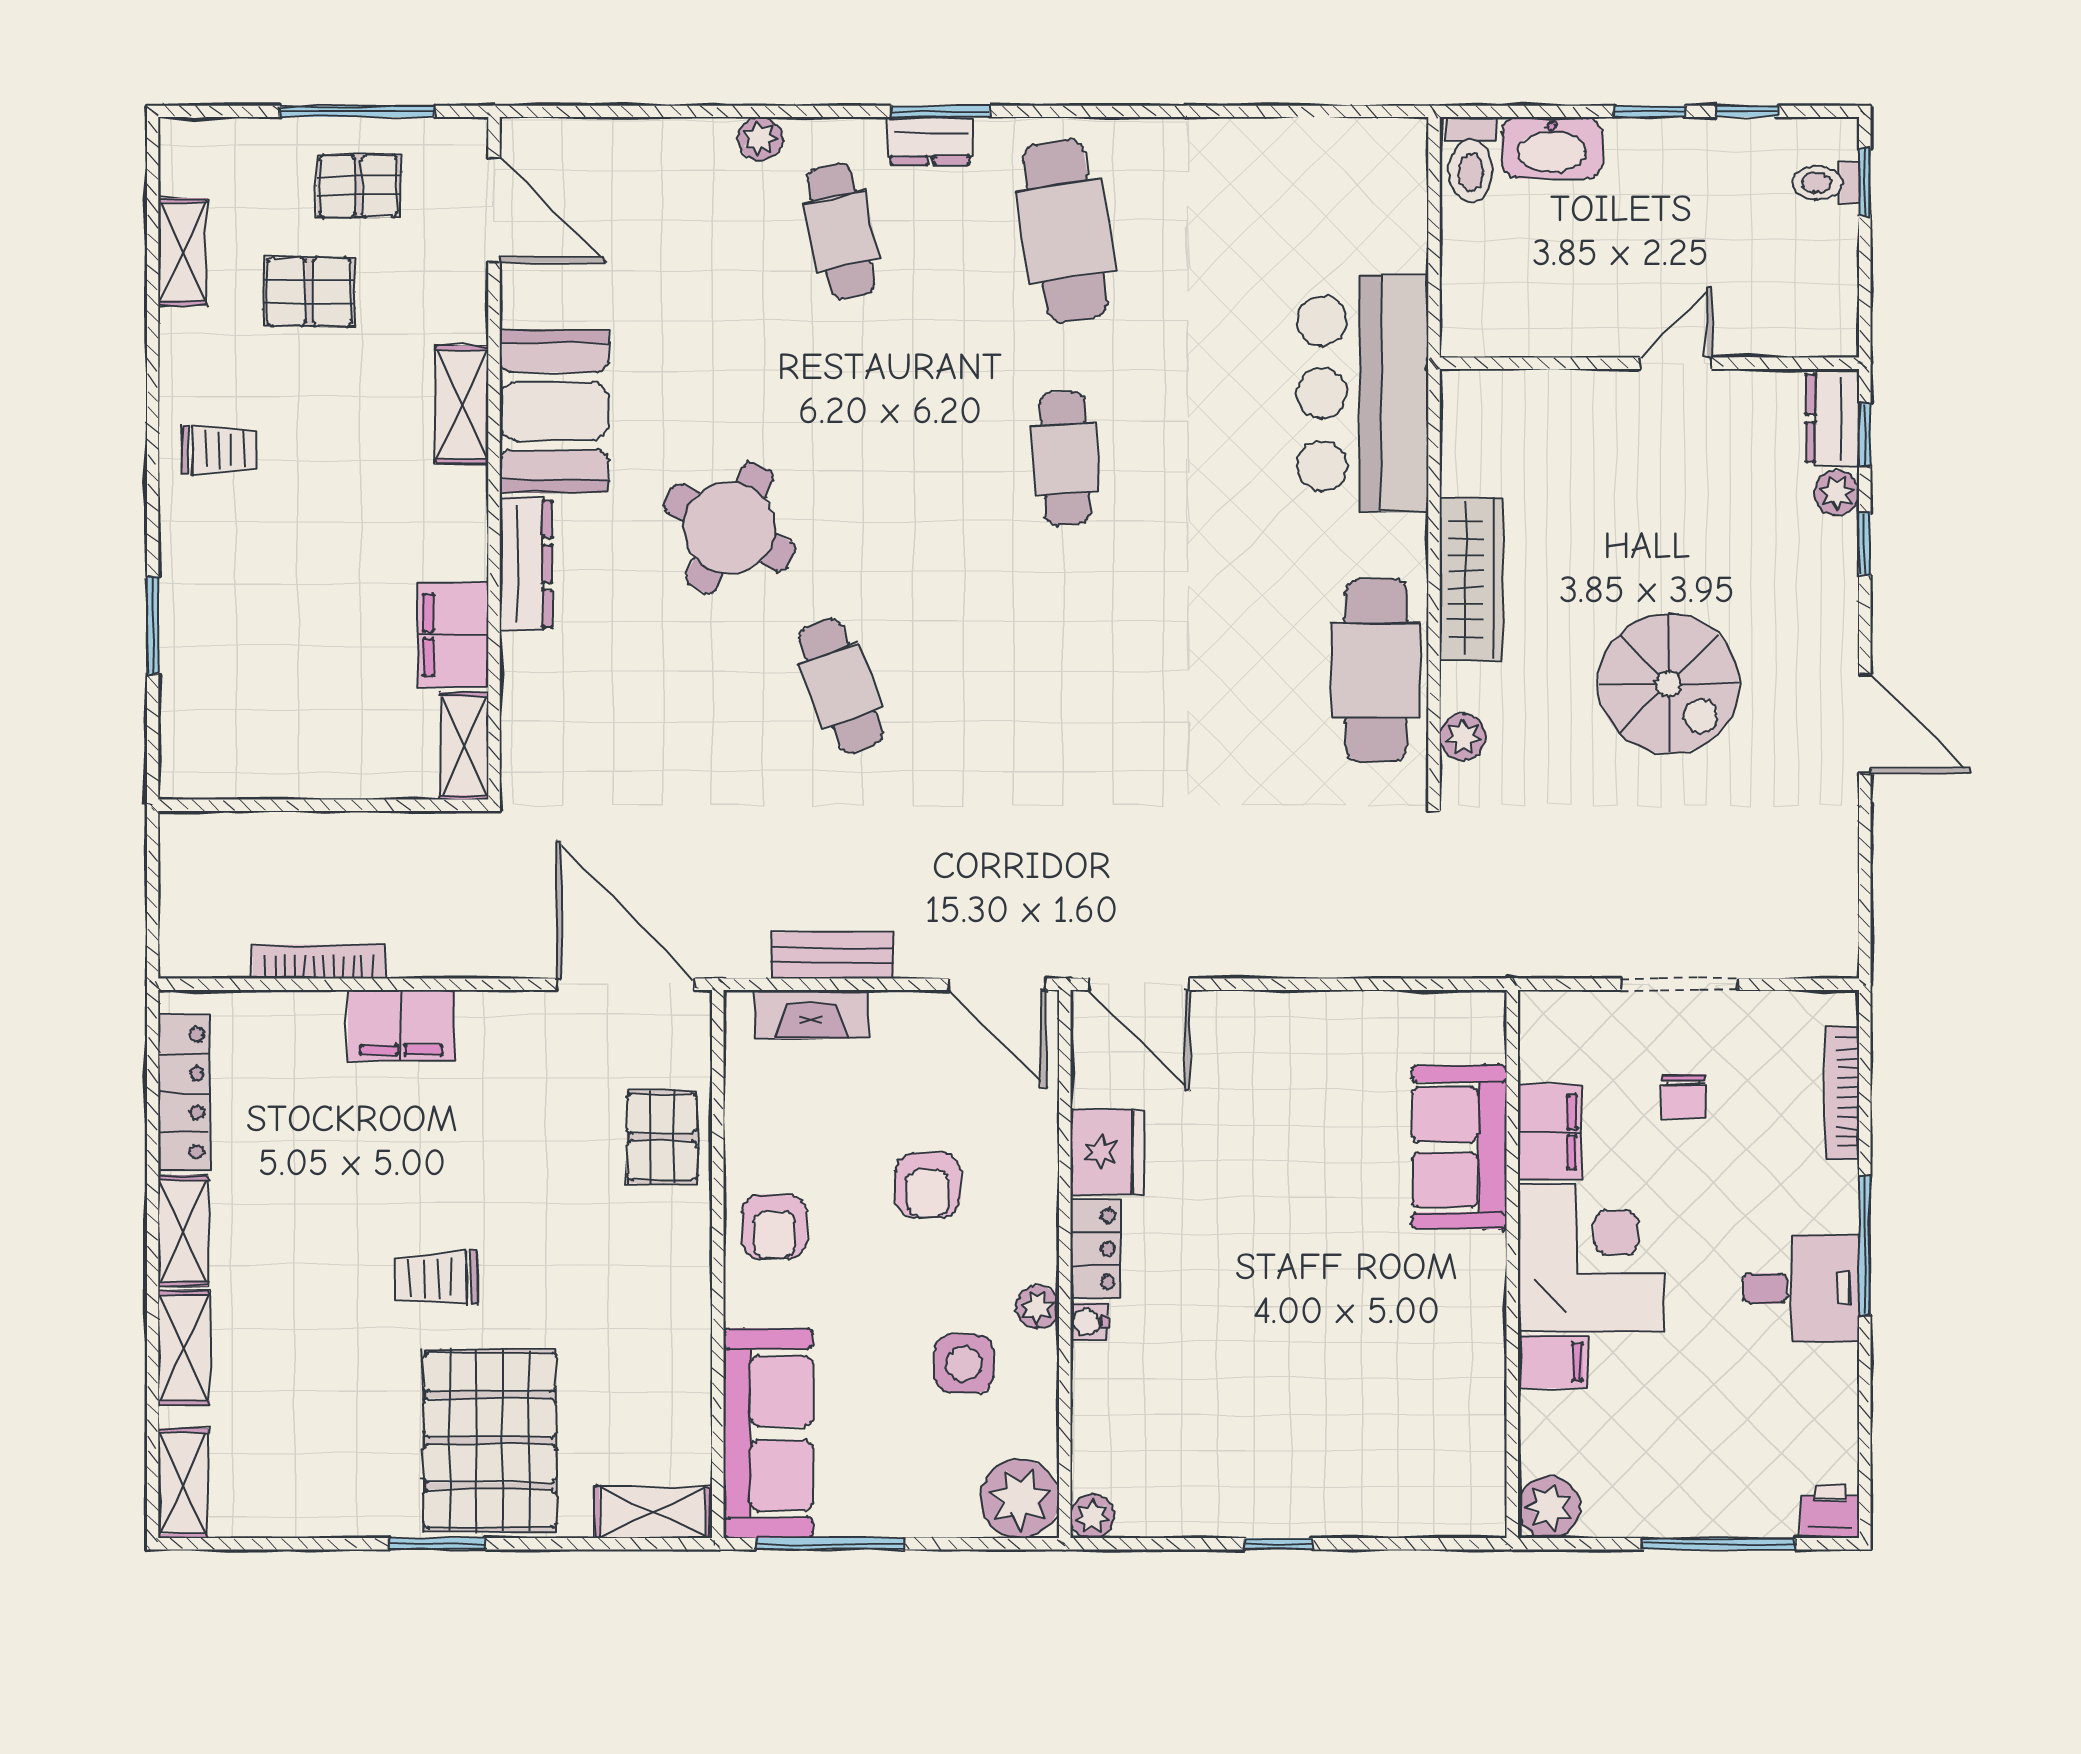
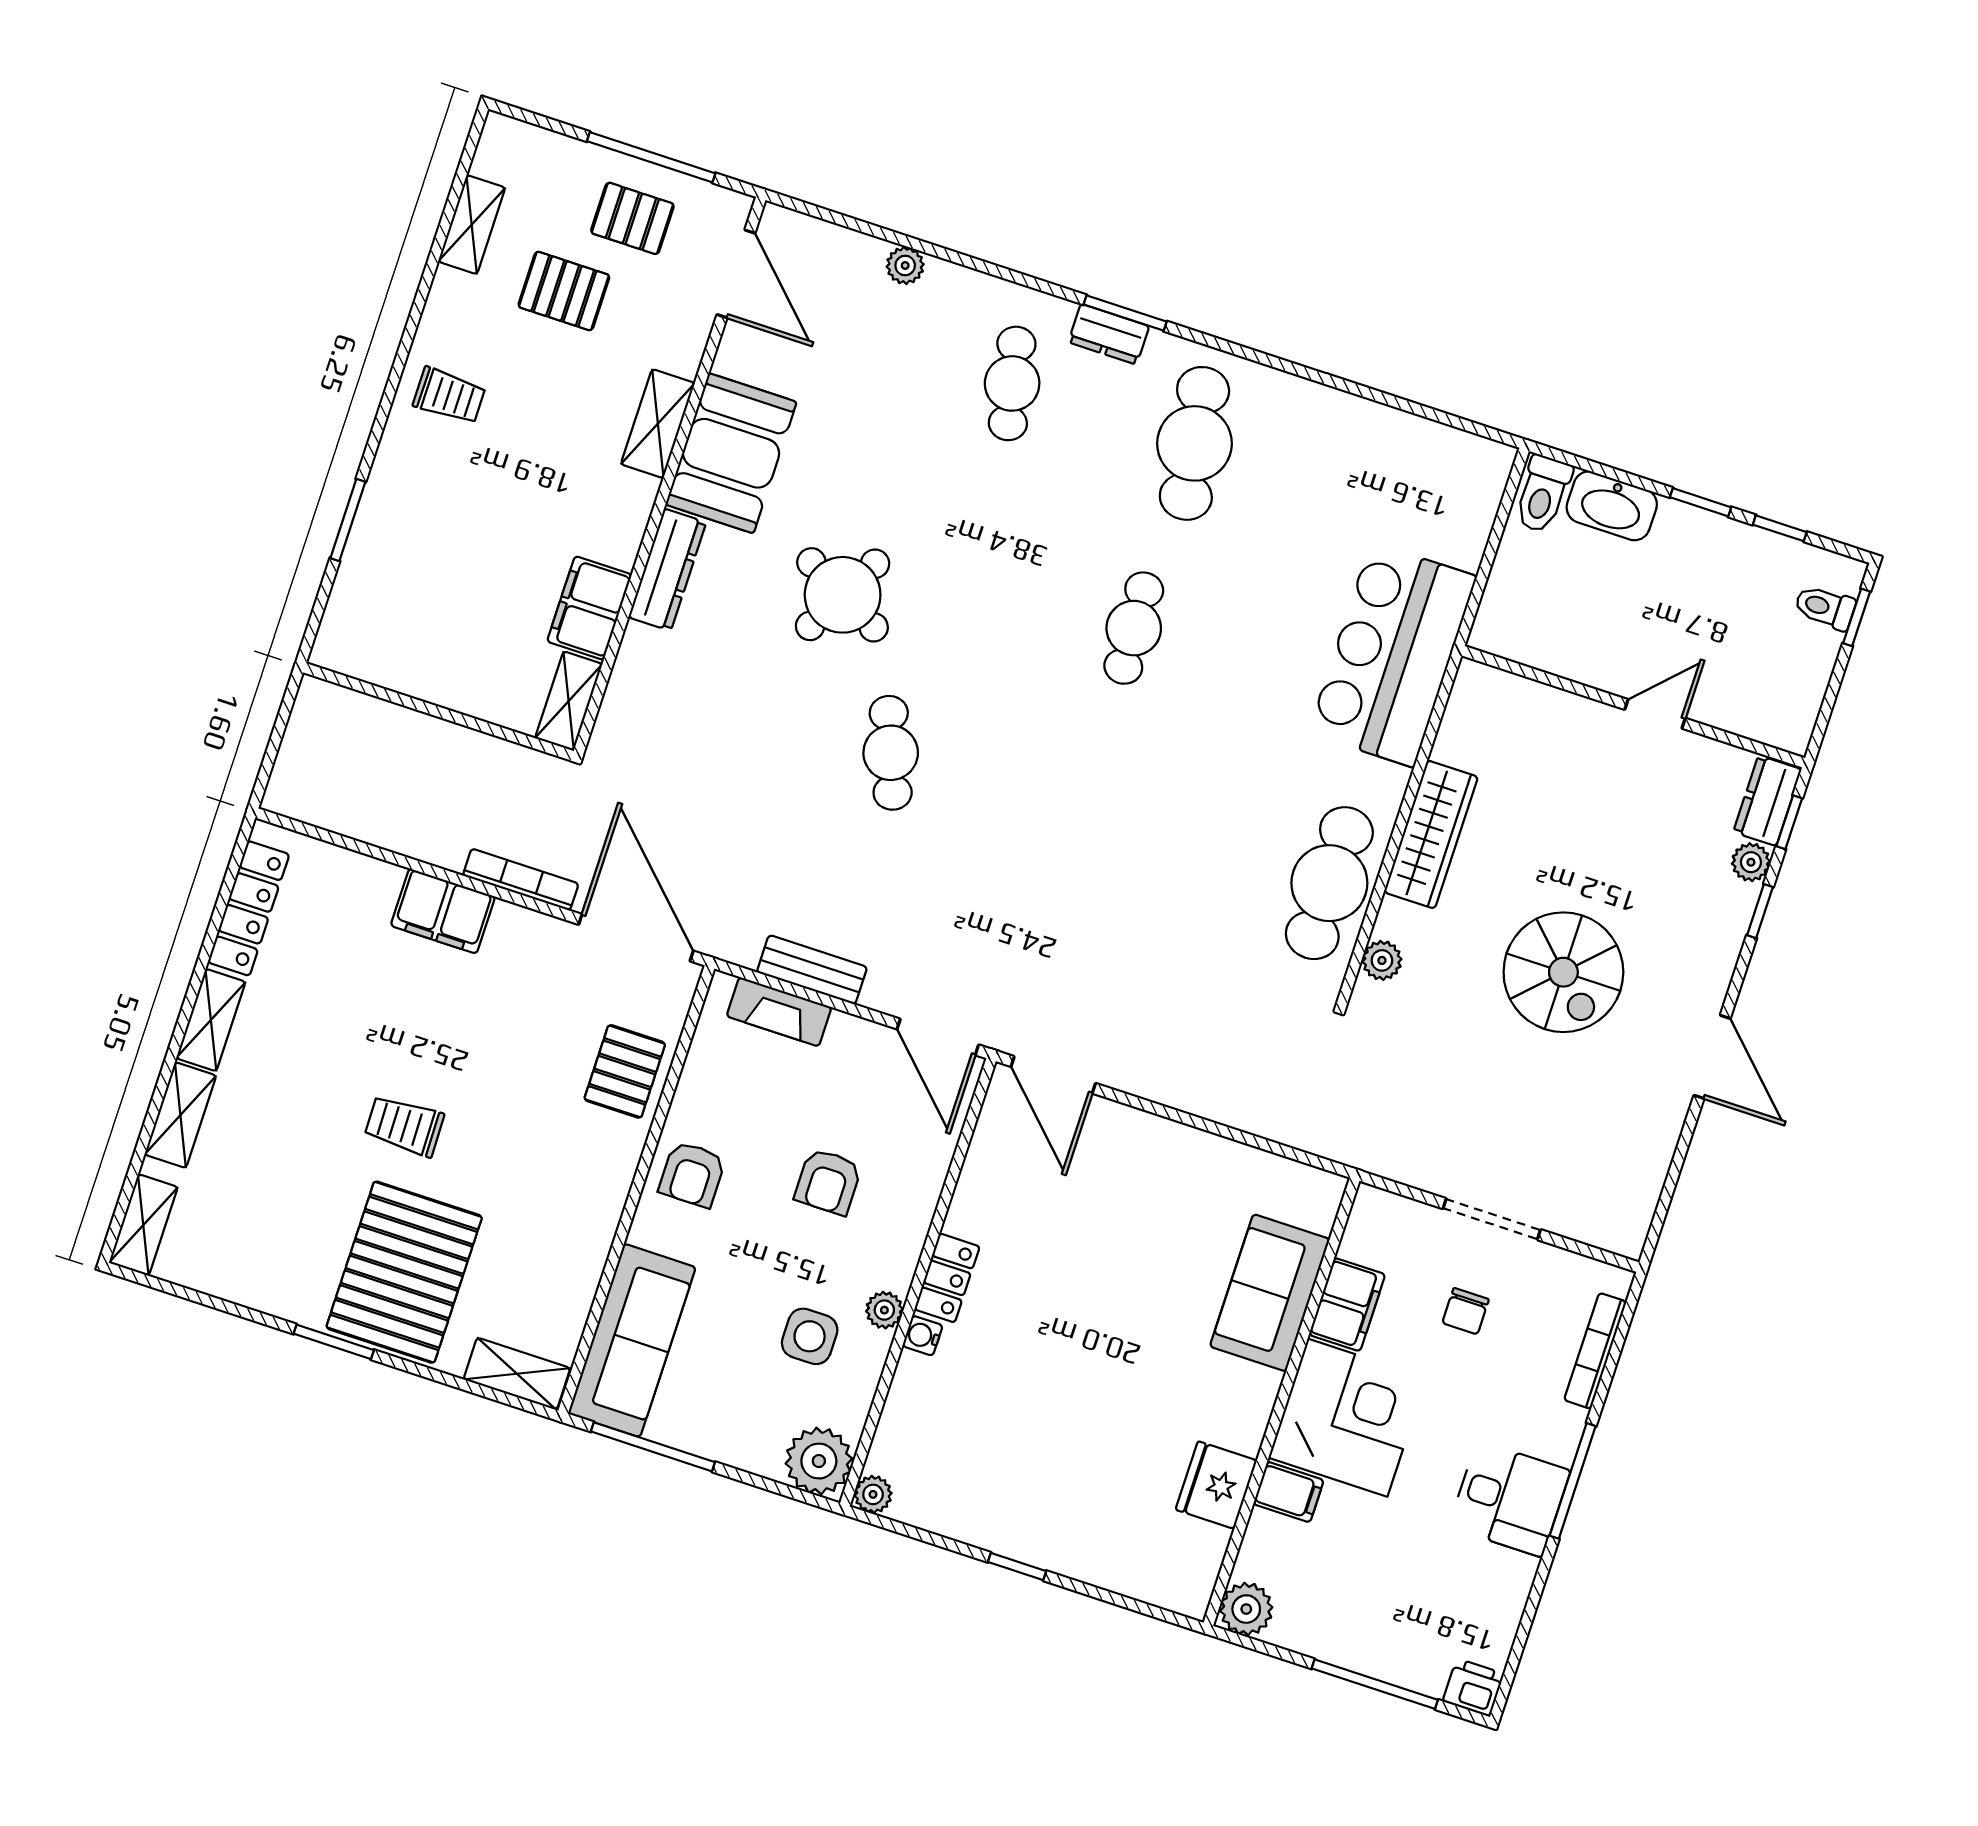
plant: (760, 139) -> (905, 265), moved
bookcase: (319, 962) -> (521, 880), moved
fridge: (1107, 1152) -> (1216, 1485), moved, turned 180

